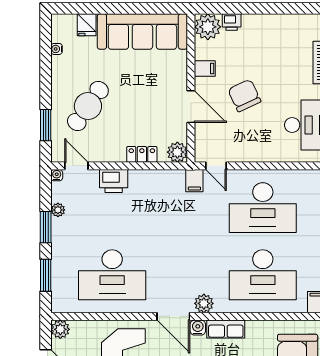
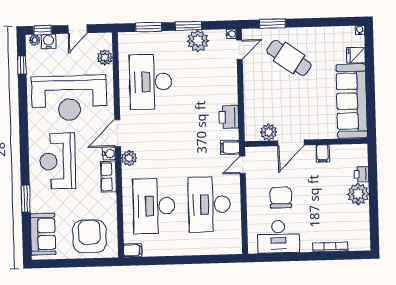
plant: (208, 27) -> (358, 194), moved
water cooler: (57, 49) -> (360, 30), moved
chair: (244, 96) -> (281, 197), moved, turned -65
plant: (177, 152) -> (269, 132), moved
locker: (142, 154) -> (250, 104), removed
printer: (114, 181) -> (229, 117), moved
plant: (58, 210) -> (198, 41), width x1.87, depth x1.87
plant: (60, 329) -> (105, 57), moved

